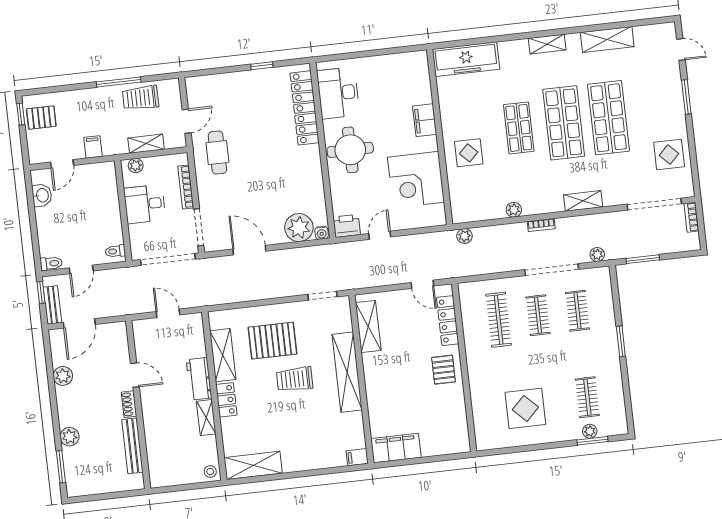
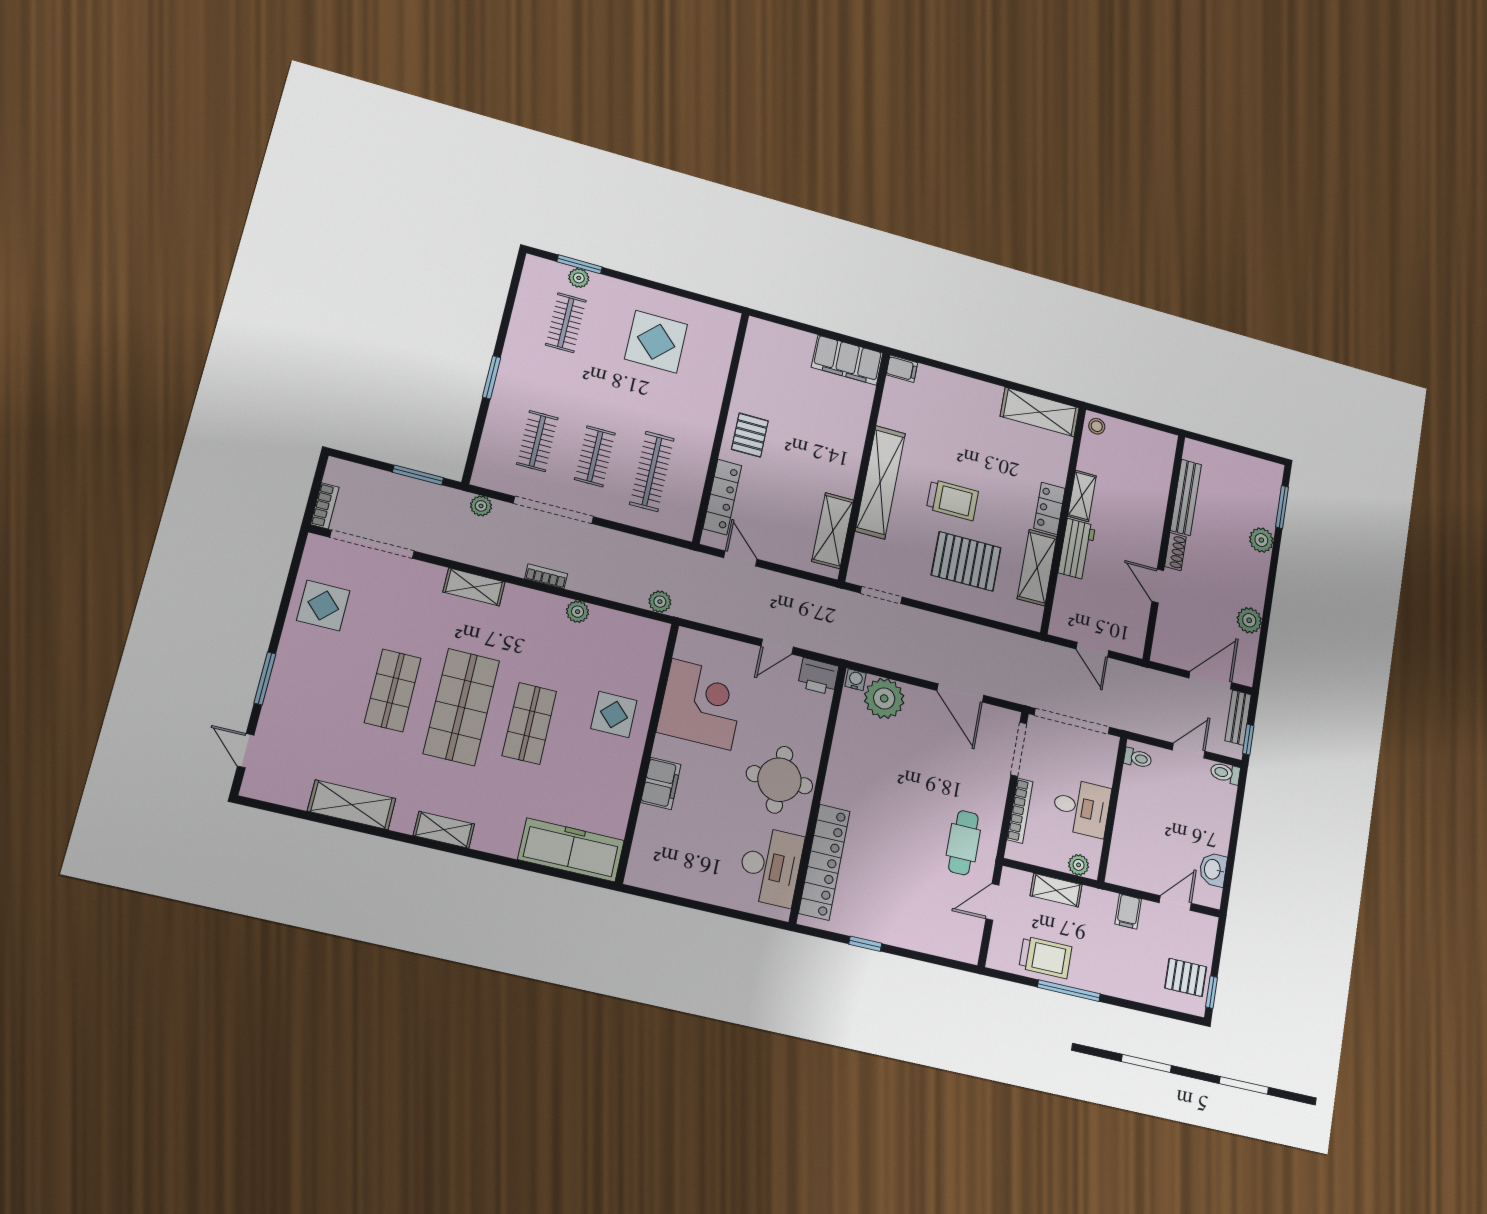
shop shelf: (608, 118) -> (393, 690), width x0.70, depth x0.74

